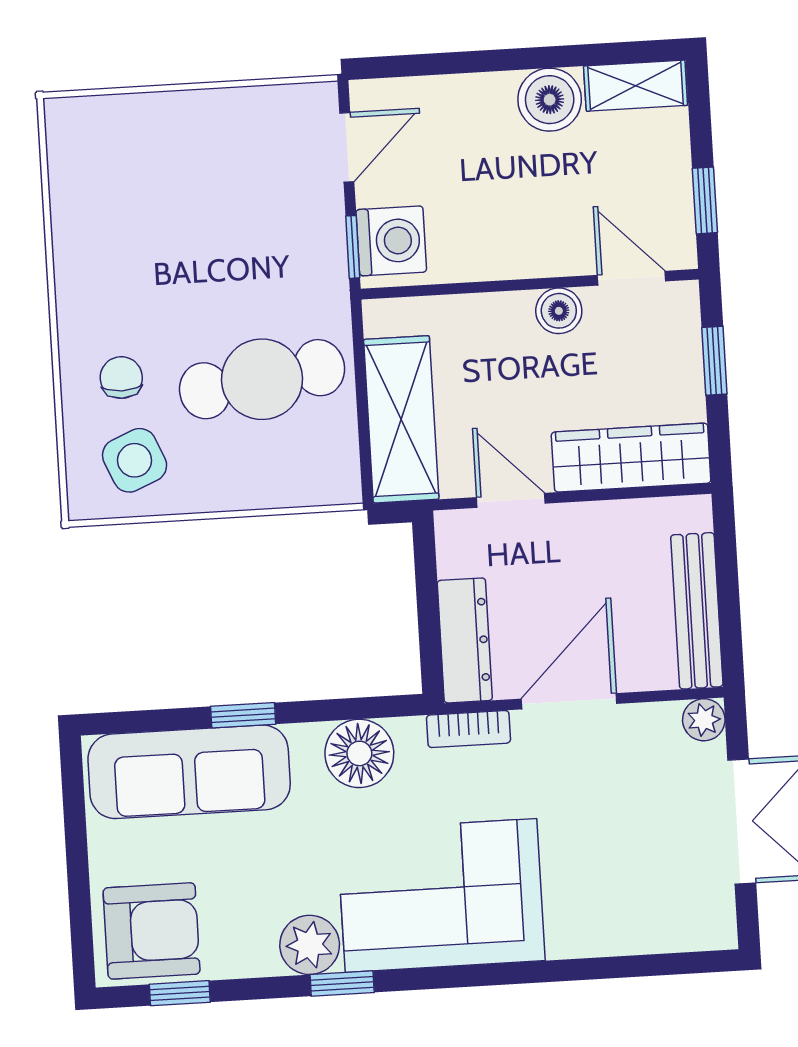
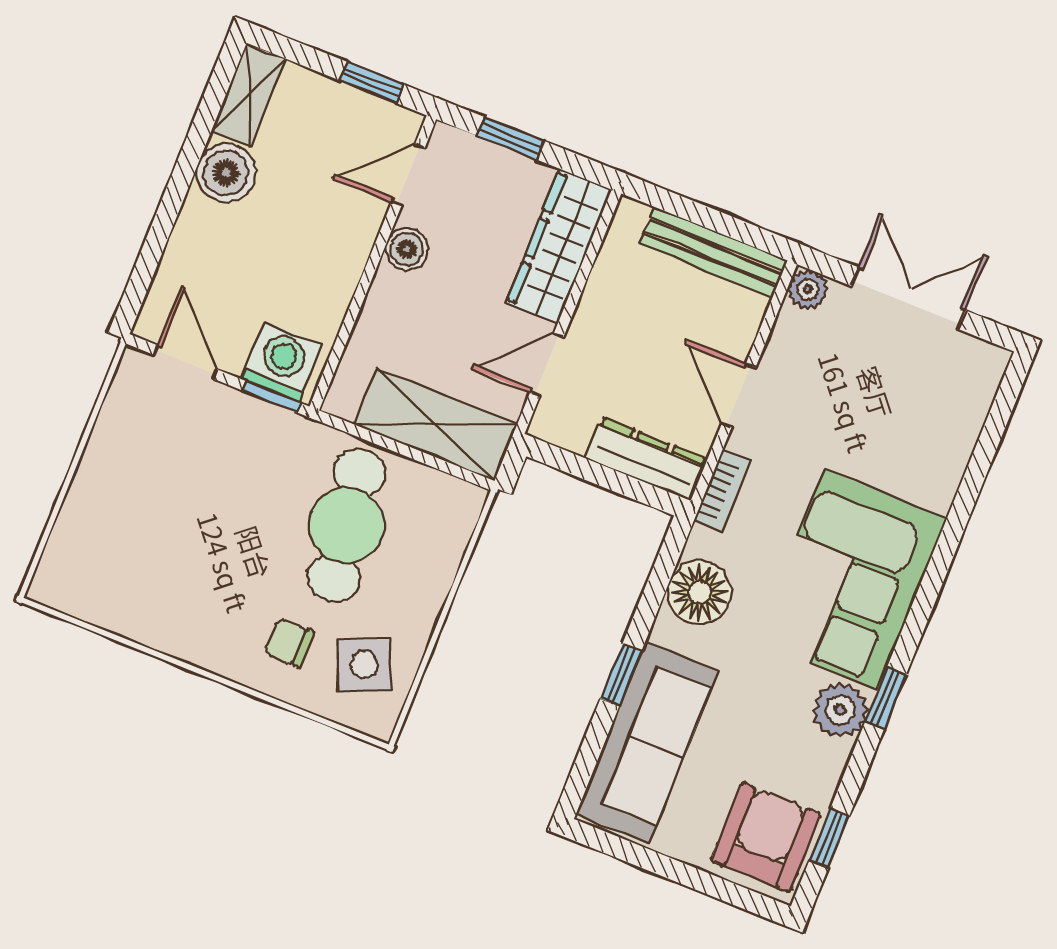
door: (569, 701) -> (739, 395), width x0.73

